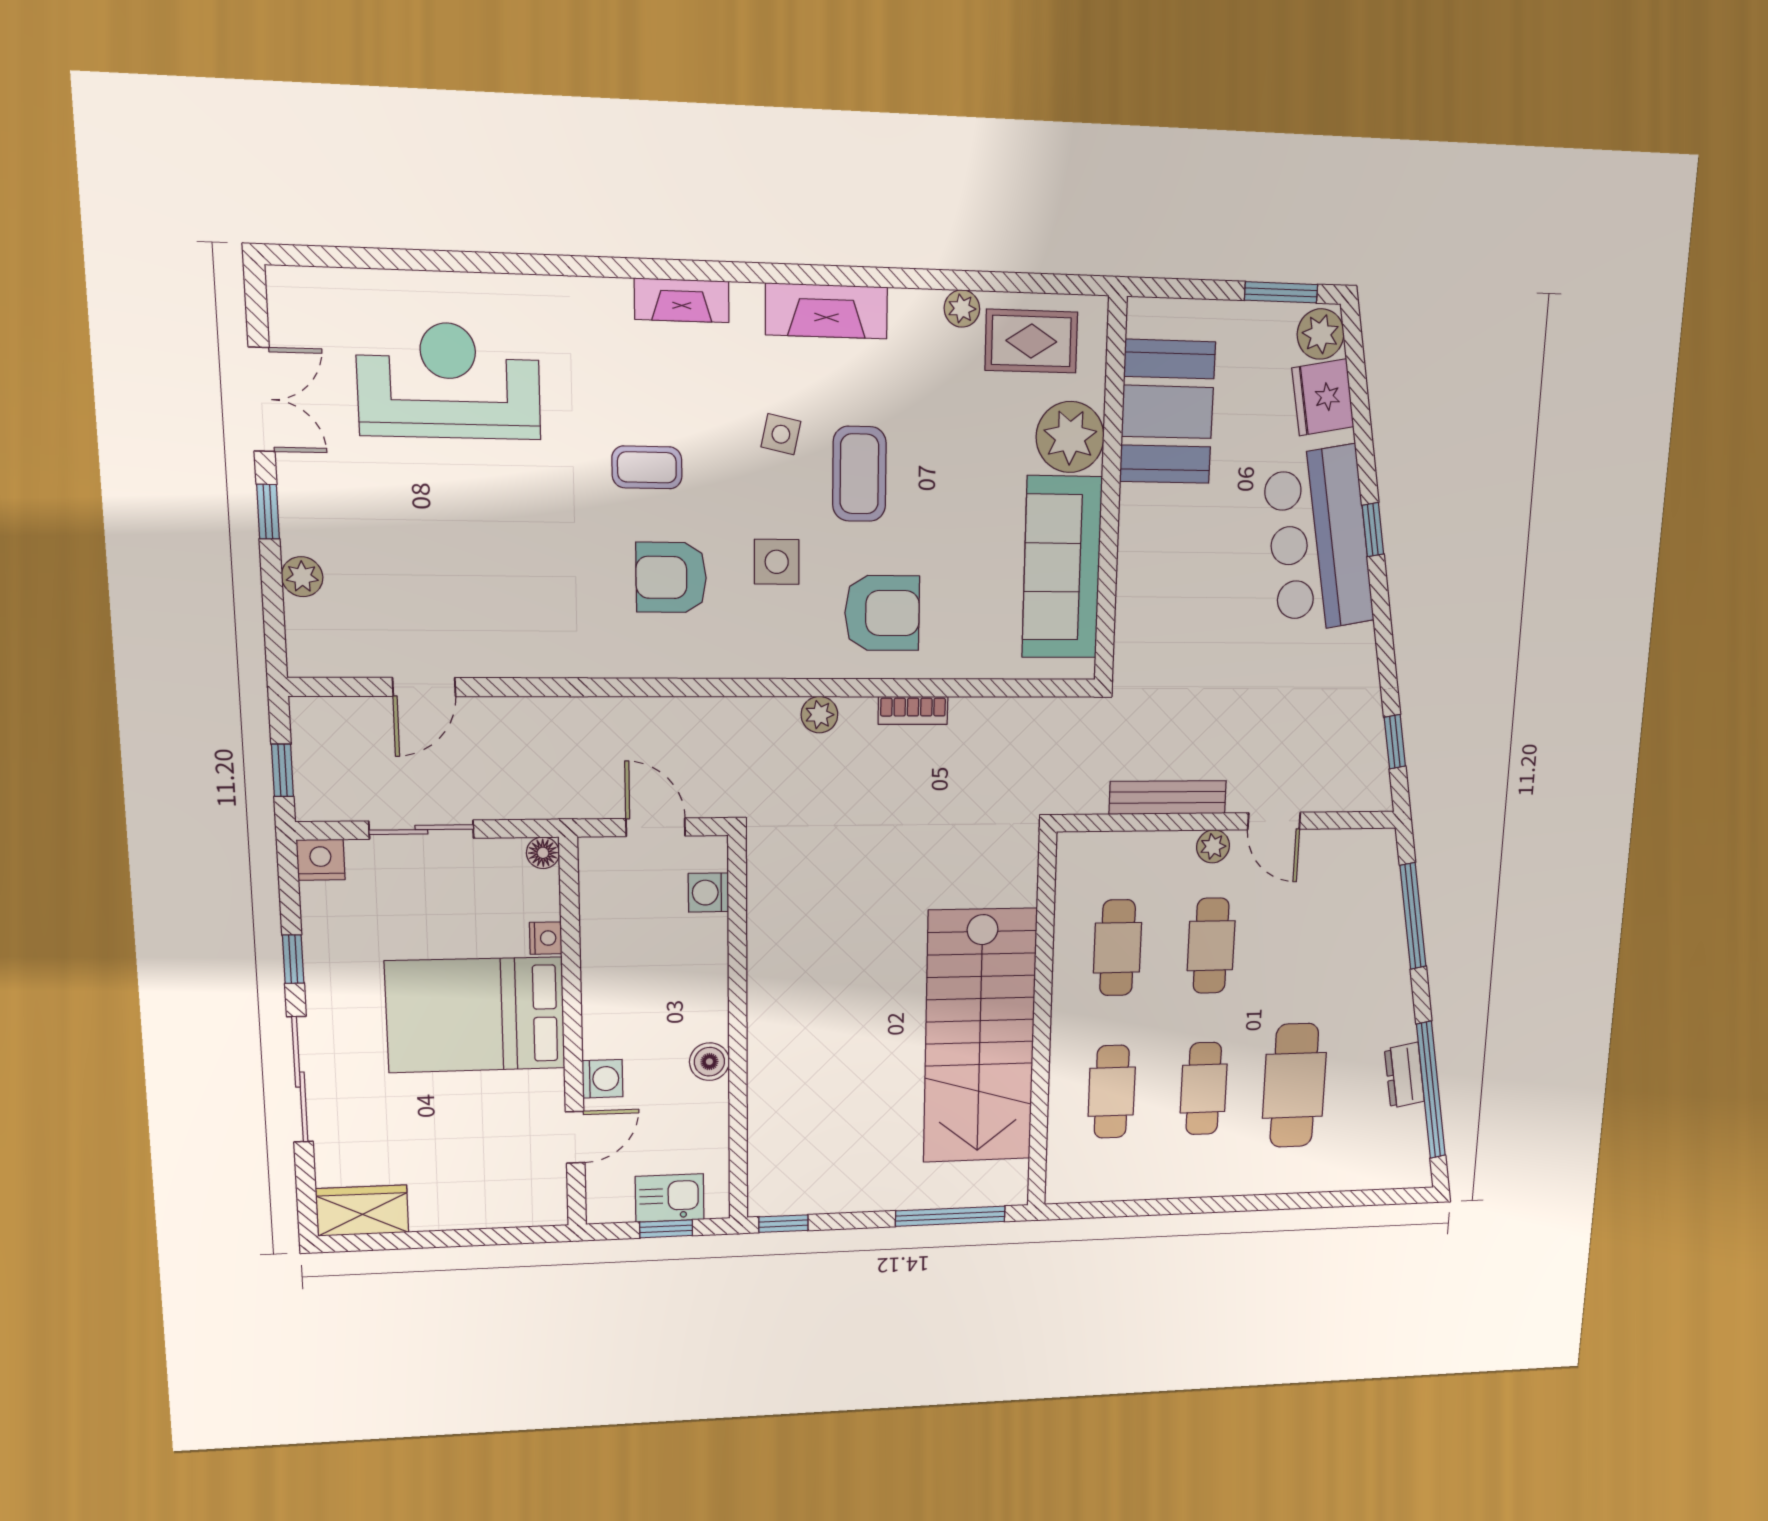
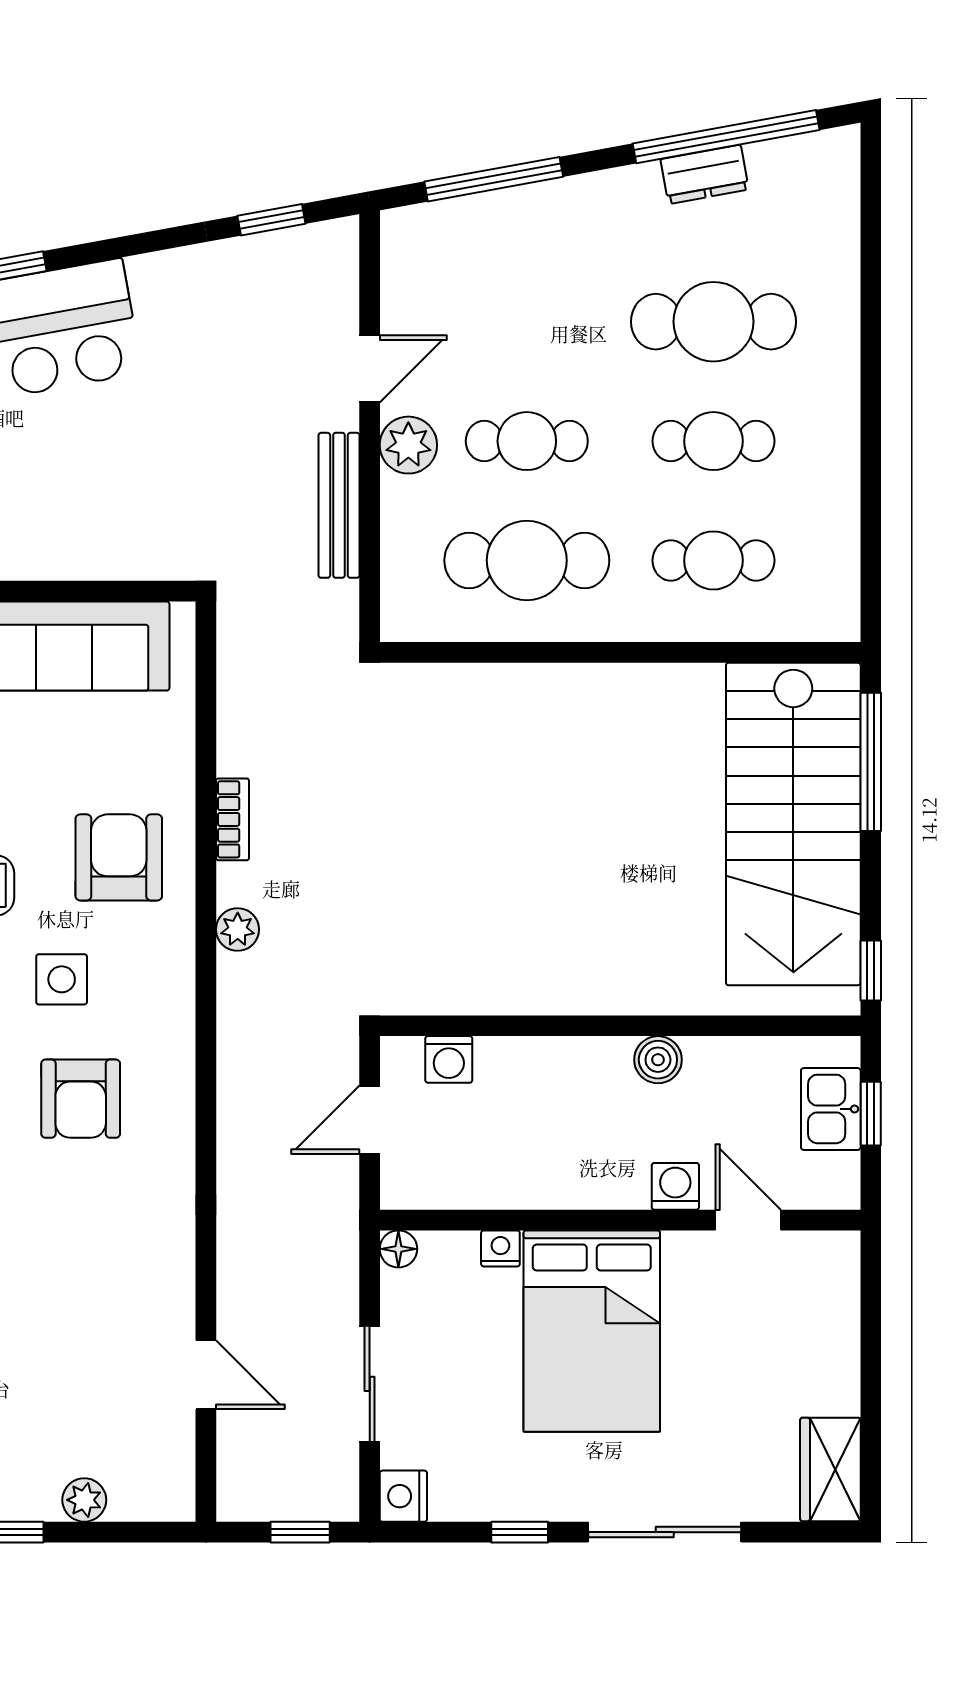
plant: (1213, 846) -> (408, 445), width x1.38, depth x1.38
cafe table: (1117, 948) -> (527, 560), width x1.37, depth x1.35
stairs: (980, 1036) -> (793, 824), moved, turned 90

